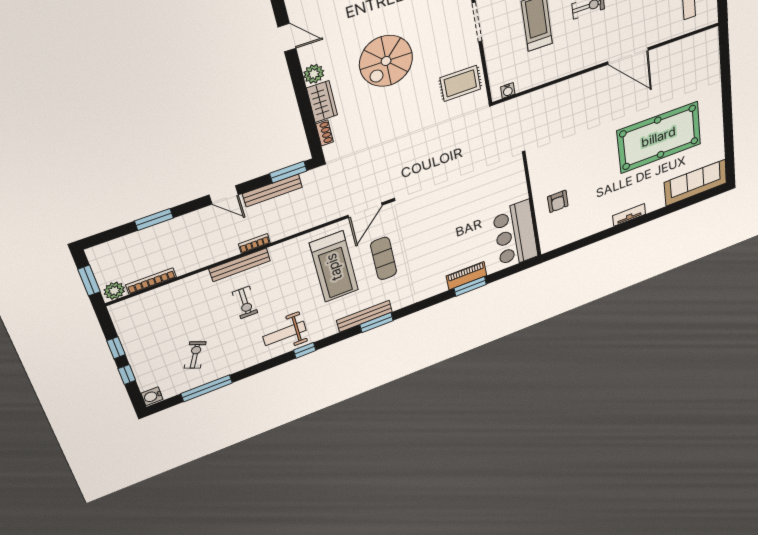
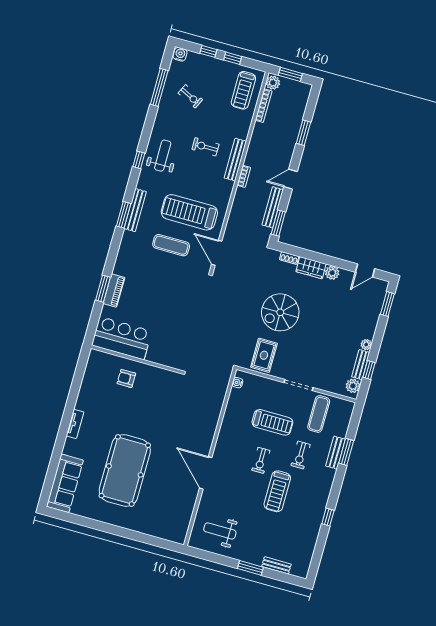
door: (628, 56) -> (206, 473), hinge flipped
spiral stairs: (386, 61) -> (280, 312), moved, turned -90
treadmill: (148, 312) -> (243, 90), added

